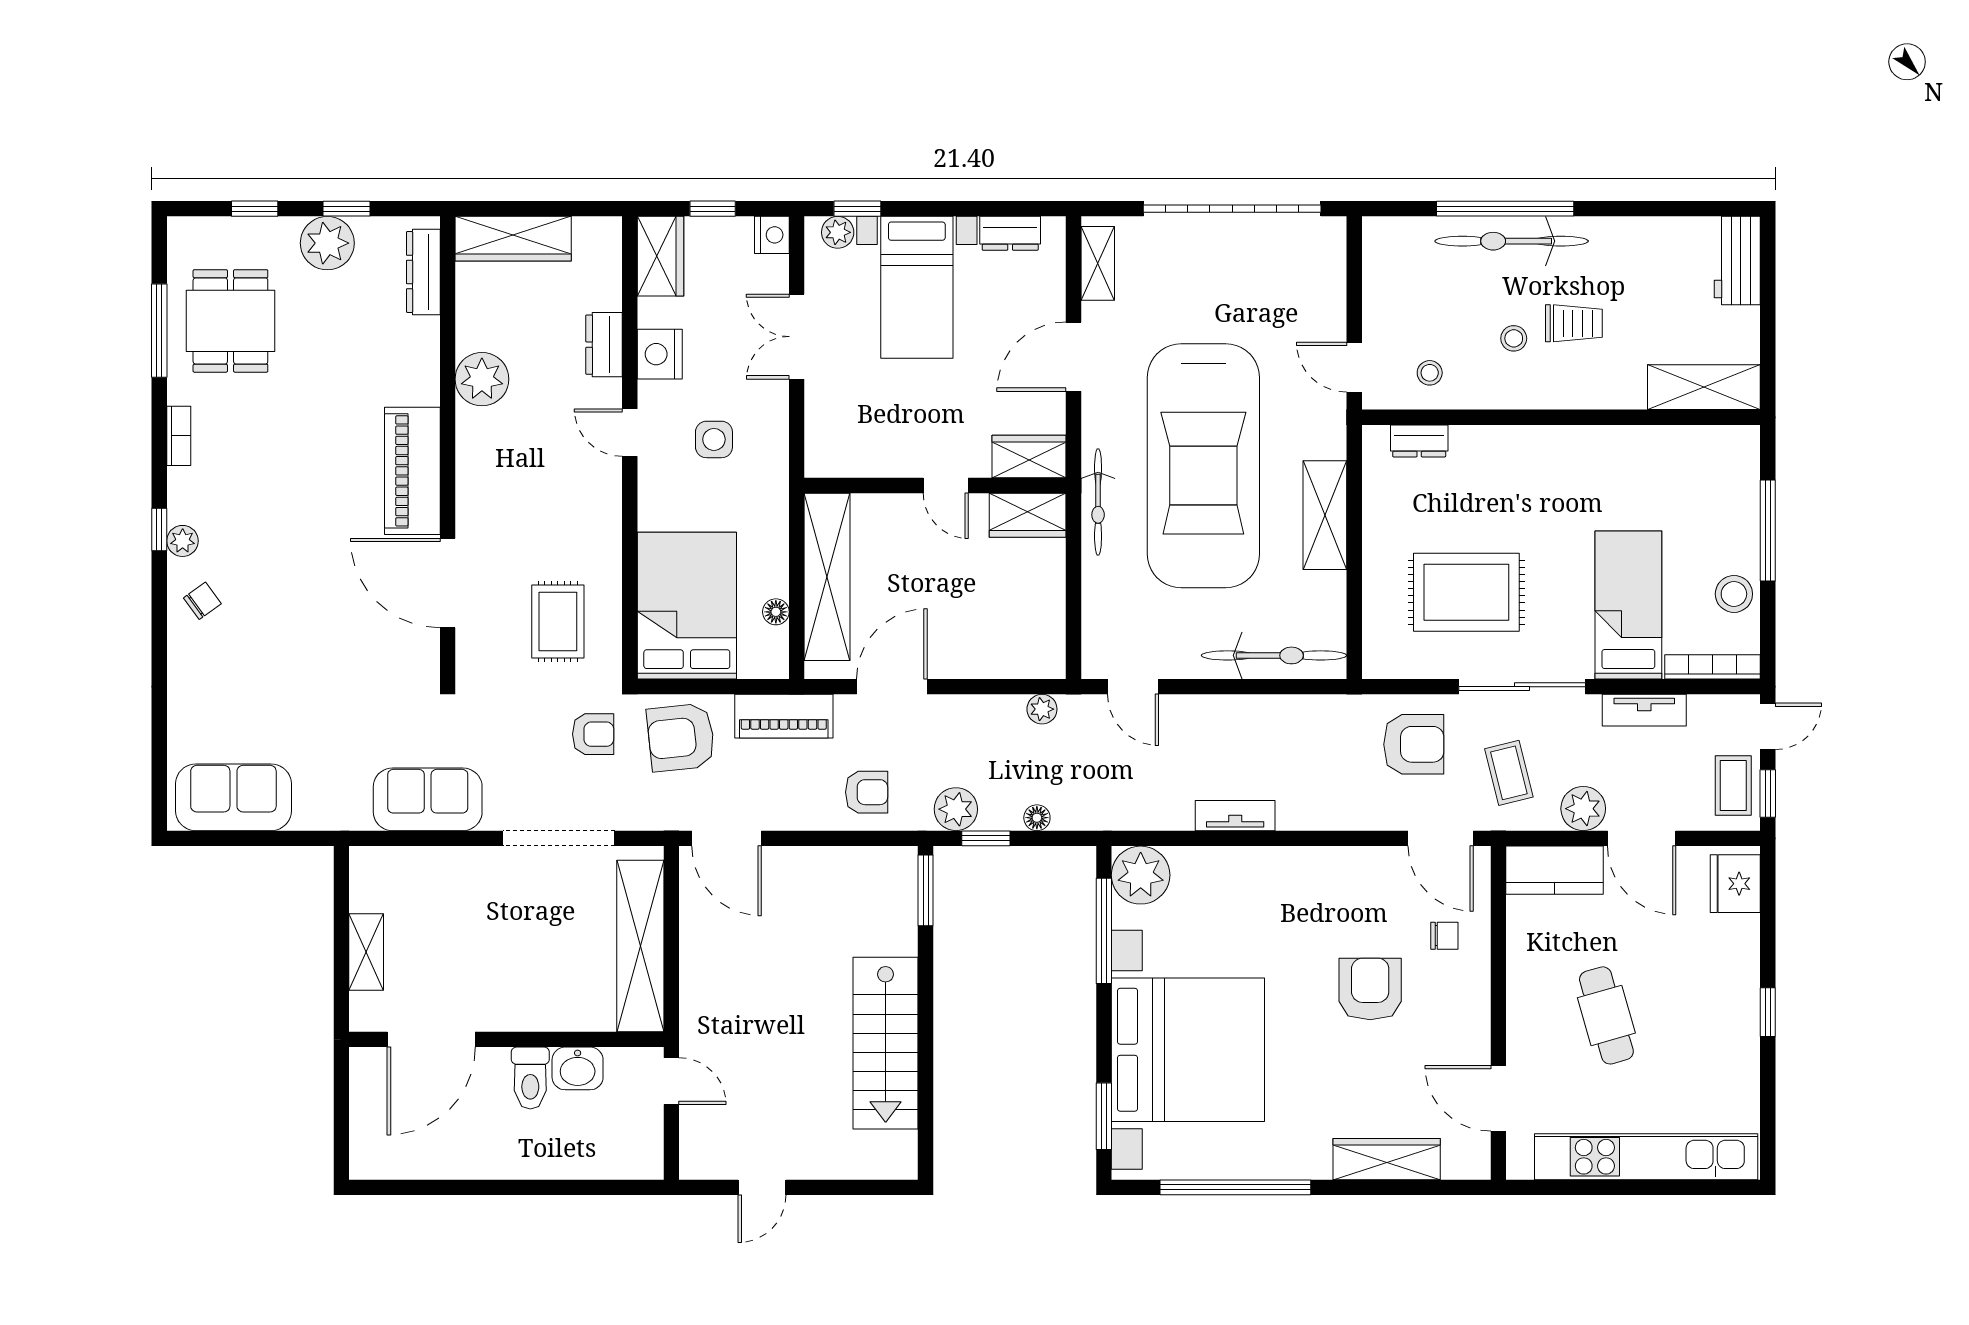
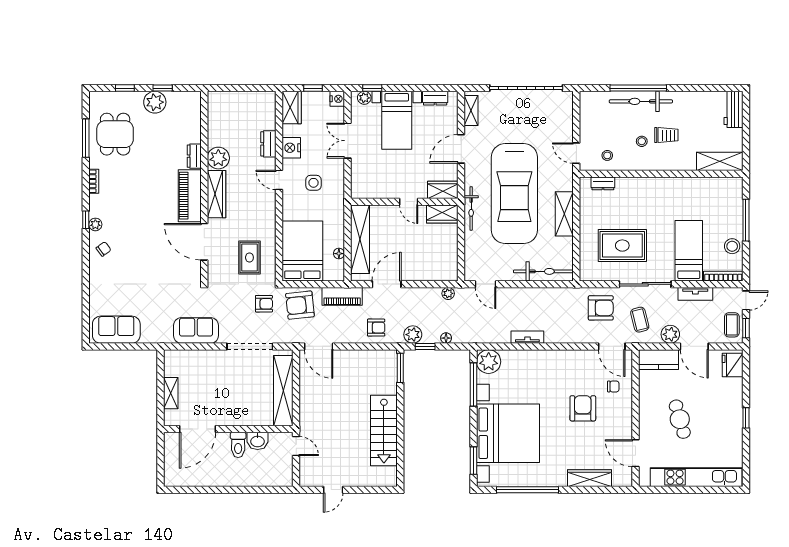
wardrobe: (513, 239) -> (216, 194), moved, turned -90
dresser: (423, 272) -> (194, 156), moved, width x0.70

